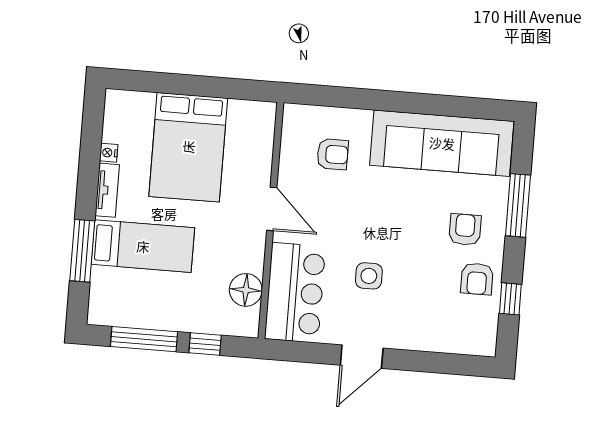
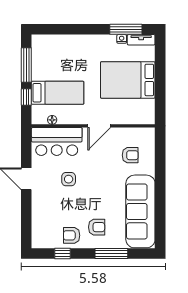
armchair: (333, 154) -> (130, 155), turned -90
tv unit: (107, 190) -> (141, 40), moved
bed: (143, 246) -> (58, 93), moved, turned -90
window: (82, 251) -> (126, 29), moved
floor lamp: (246, 290) -> (52, 120), width x0.53, depth x0.53

